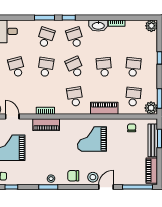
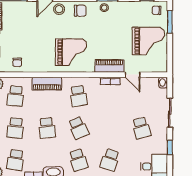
school desk: (46, 67) -> (15, 160), moved
door: (12, 116) -> (133, 75), moved
grand piano: (92, 139) -> (71, 52), moved

